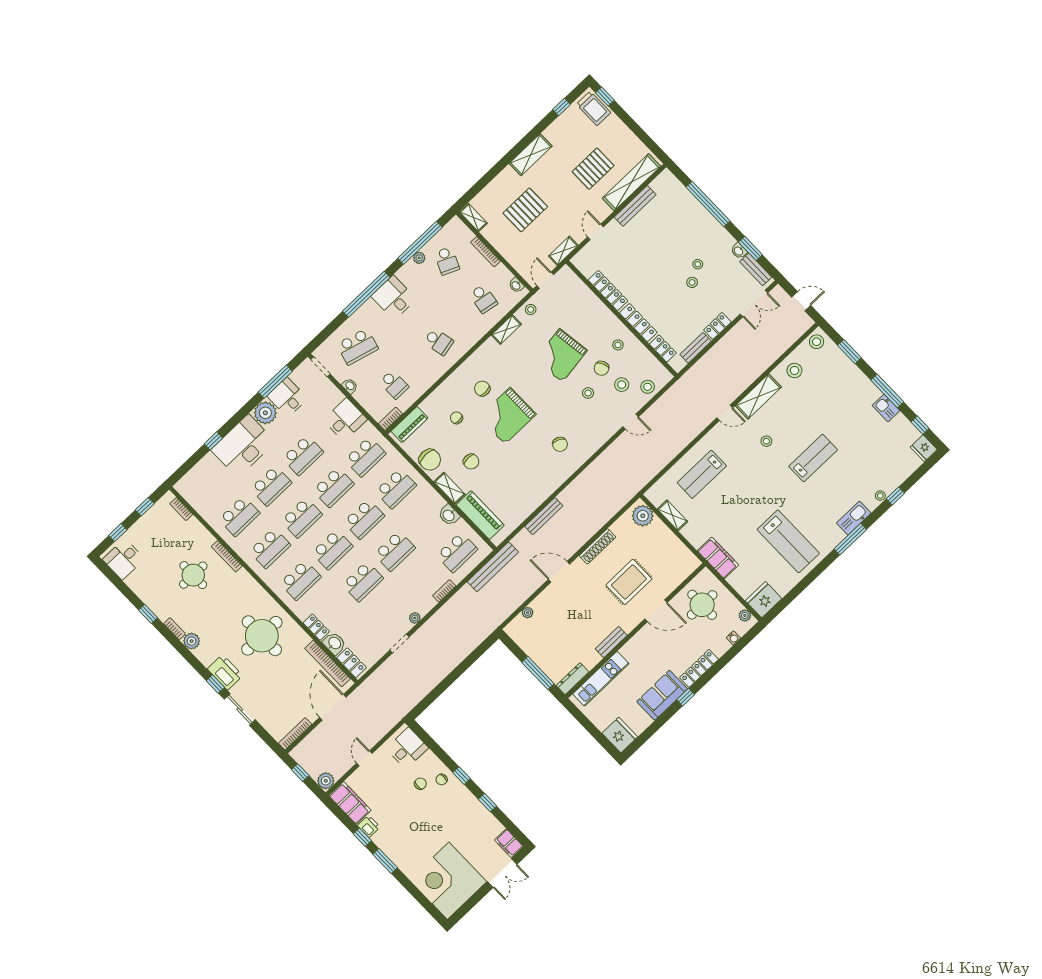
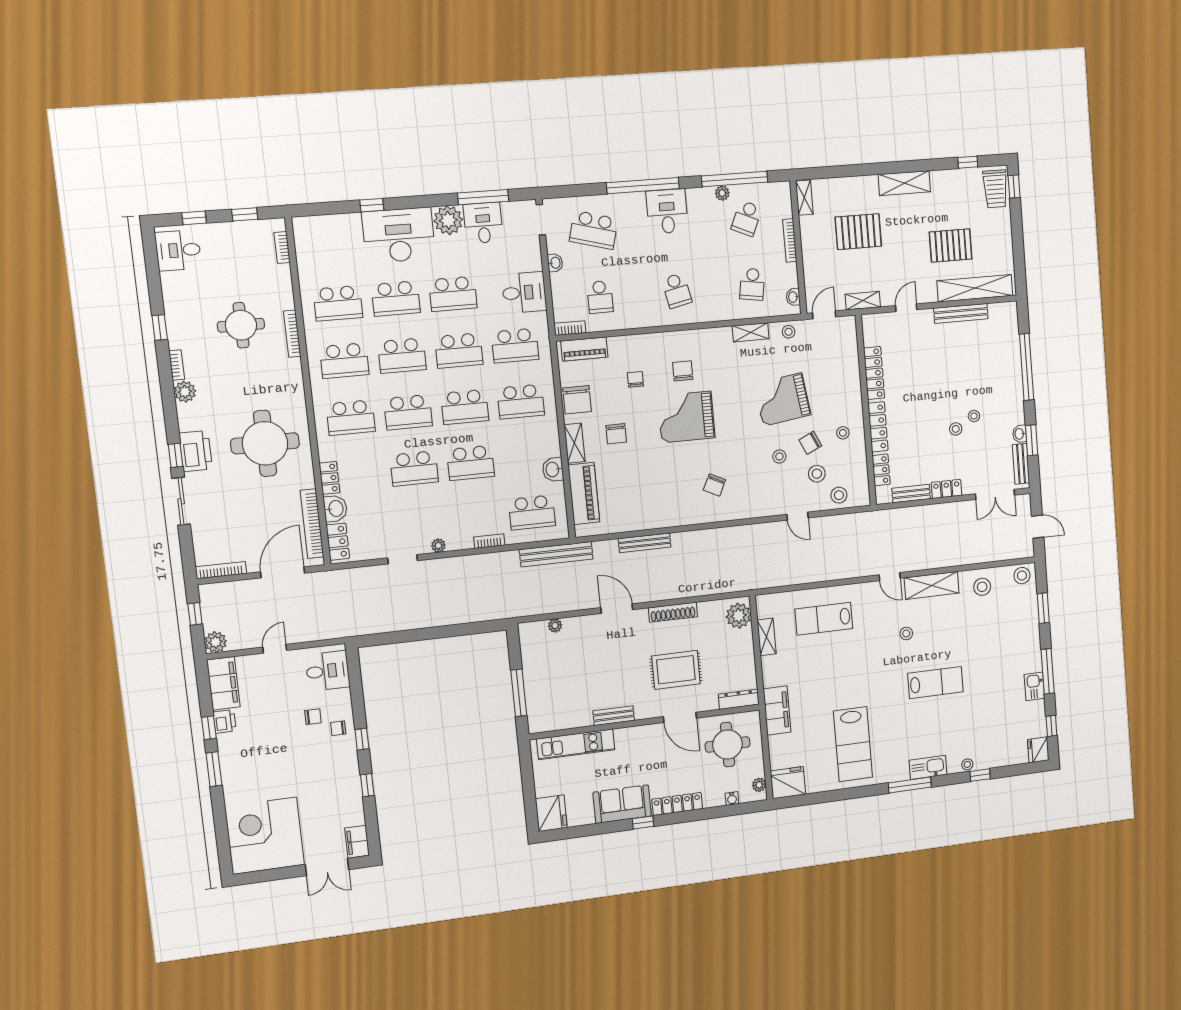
dresser: (573, 679) -> (739, 699), moved

